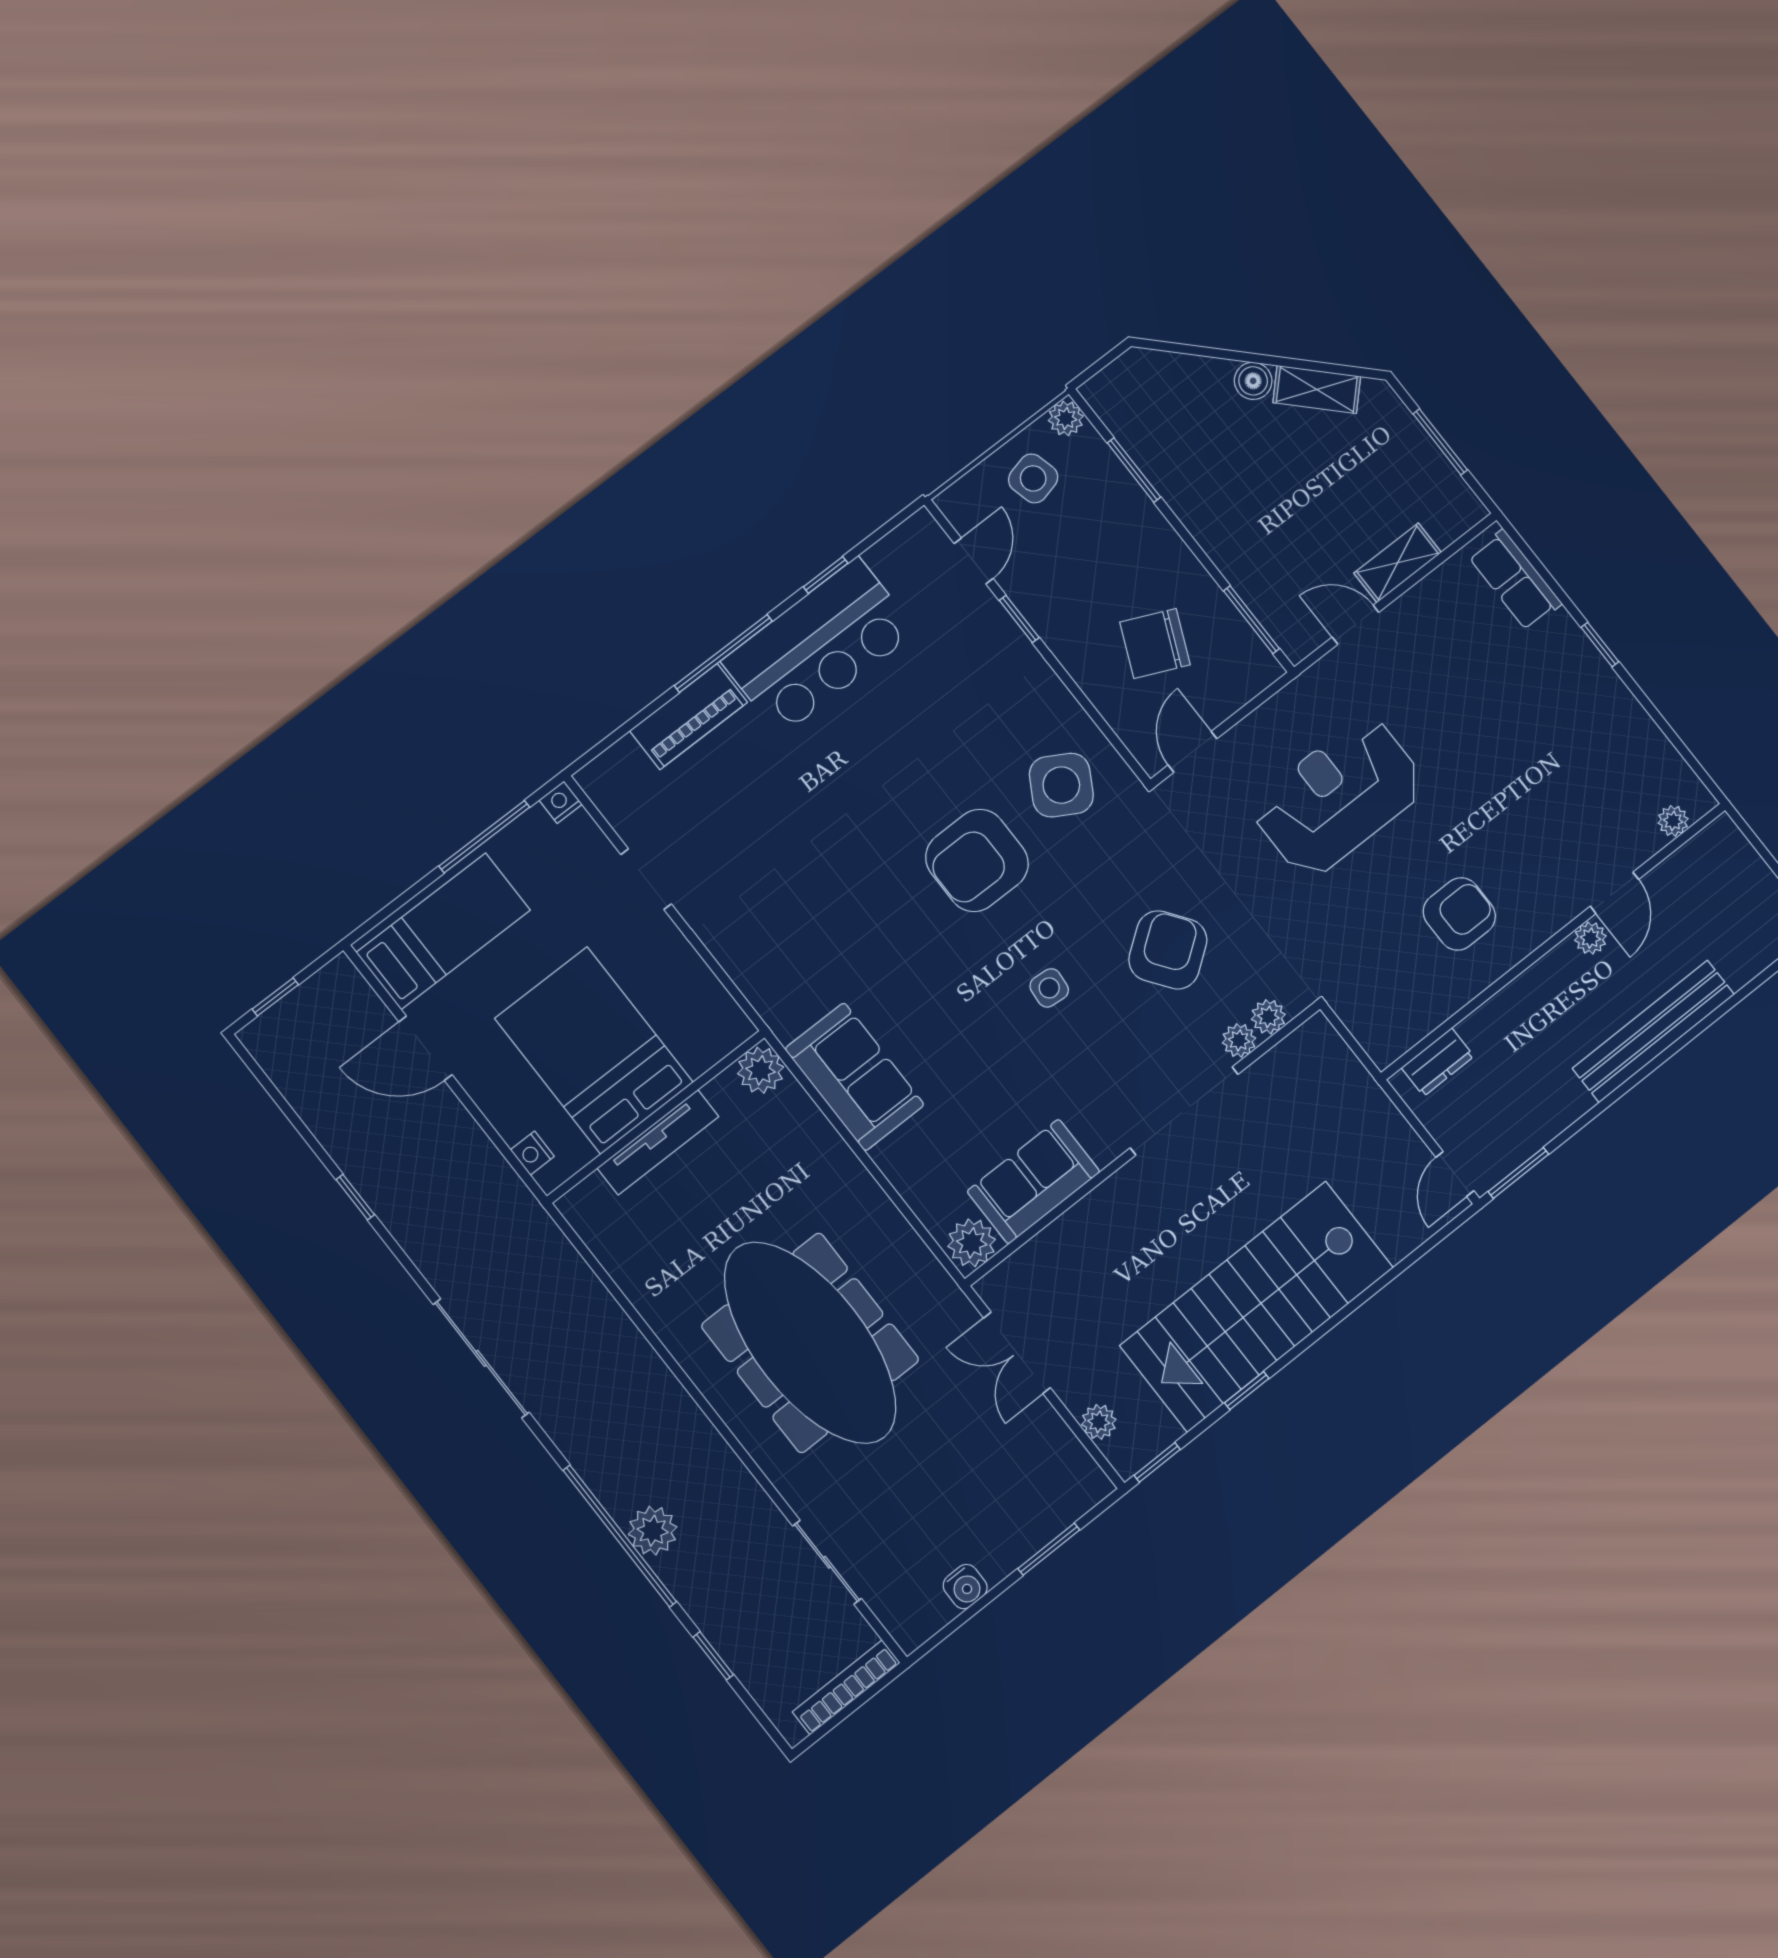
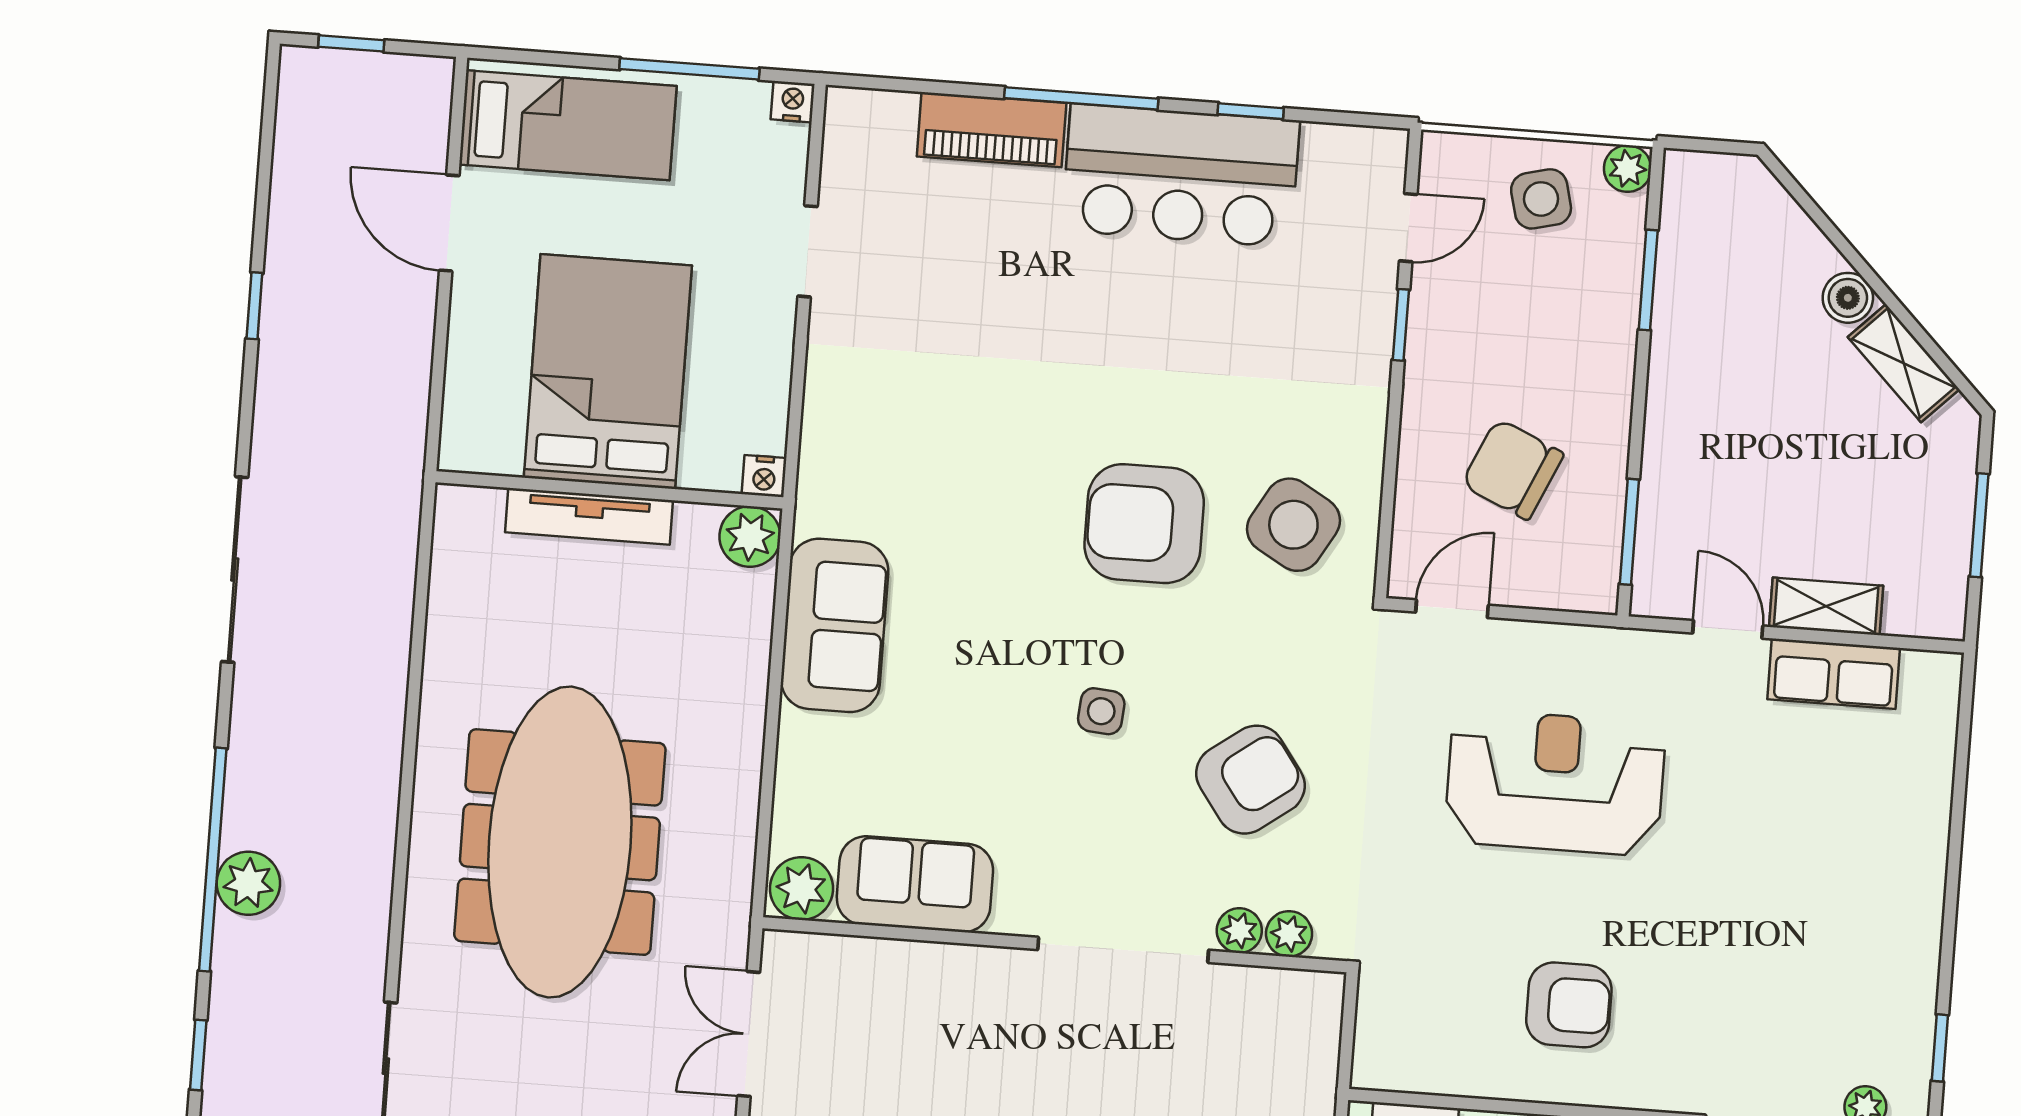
row of seats: (1515, 580) -> (1834, 674), moved, turned -90
window: (1600, 645) -> (1940, 1048), moved
nightstand: (532, 1153) -> (764, 476), moved, turned -90

